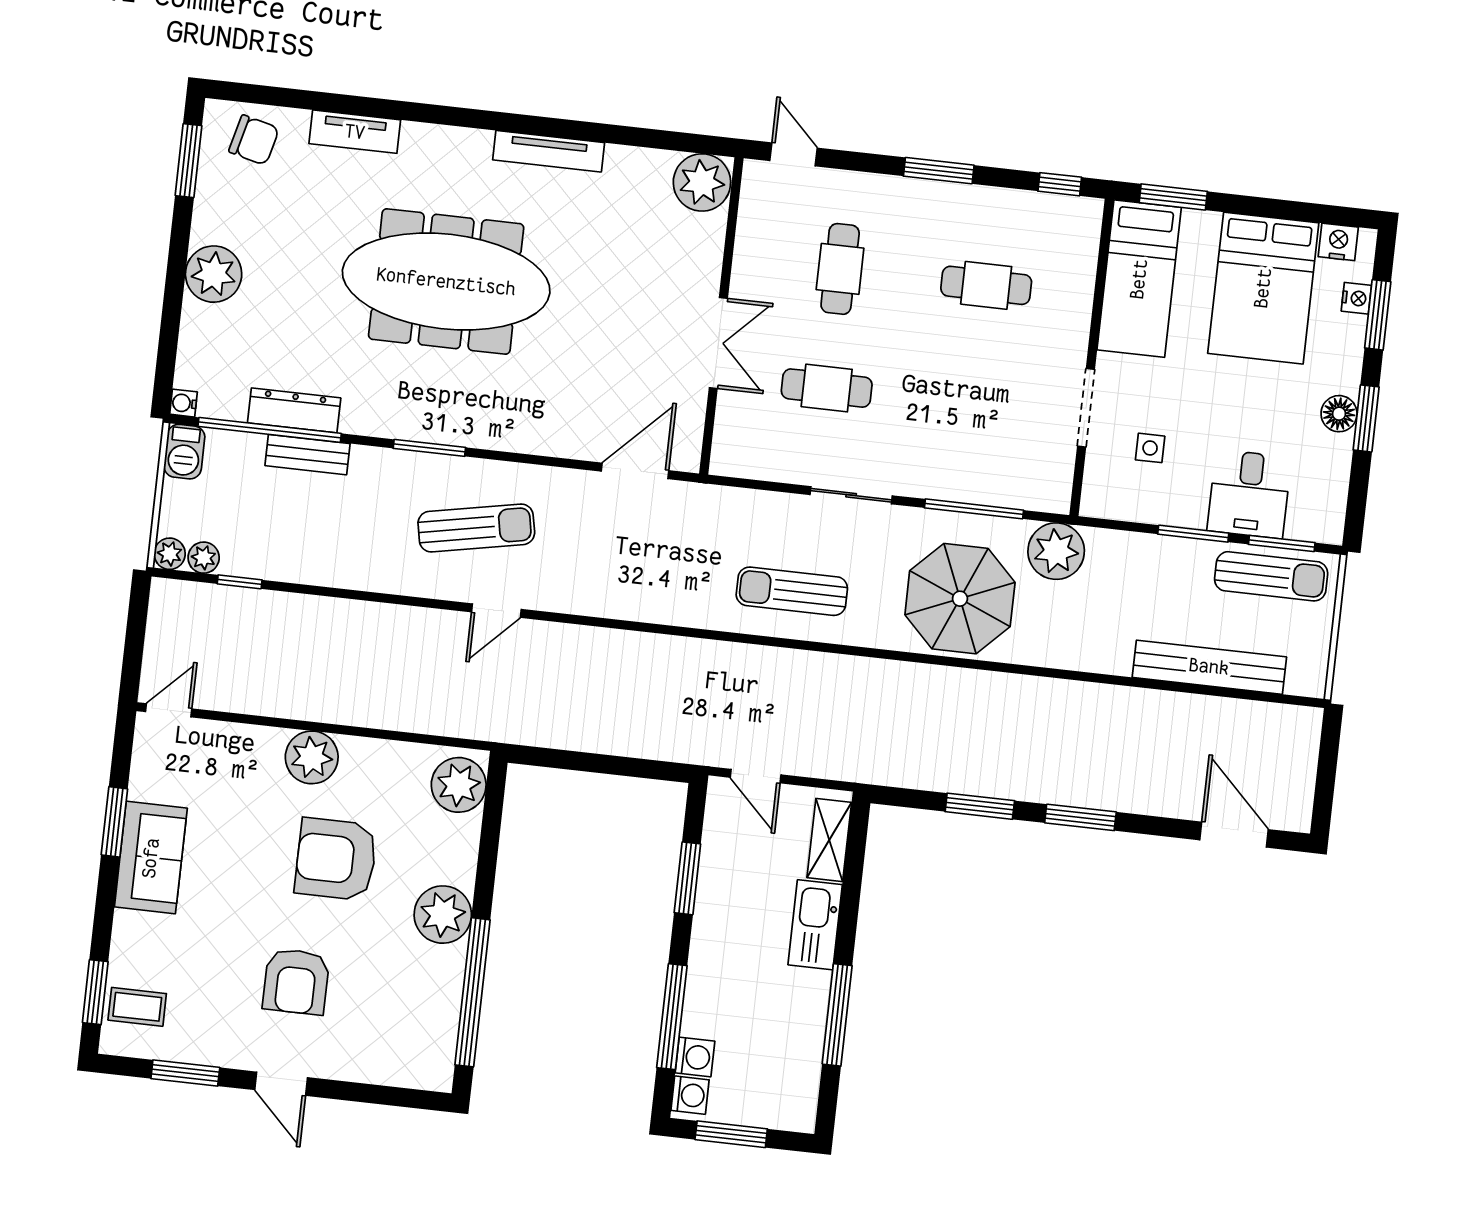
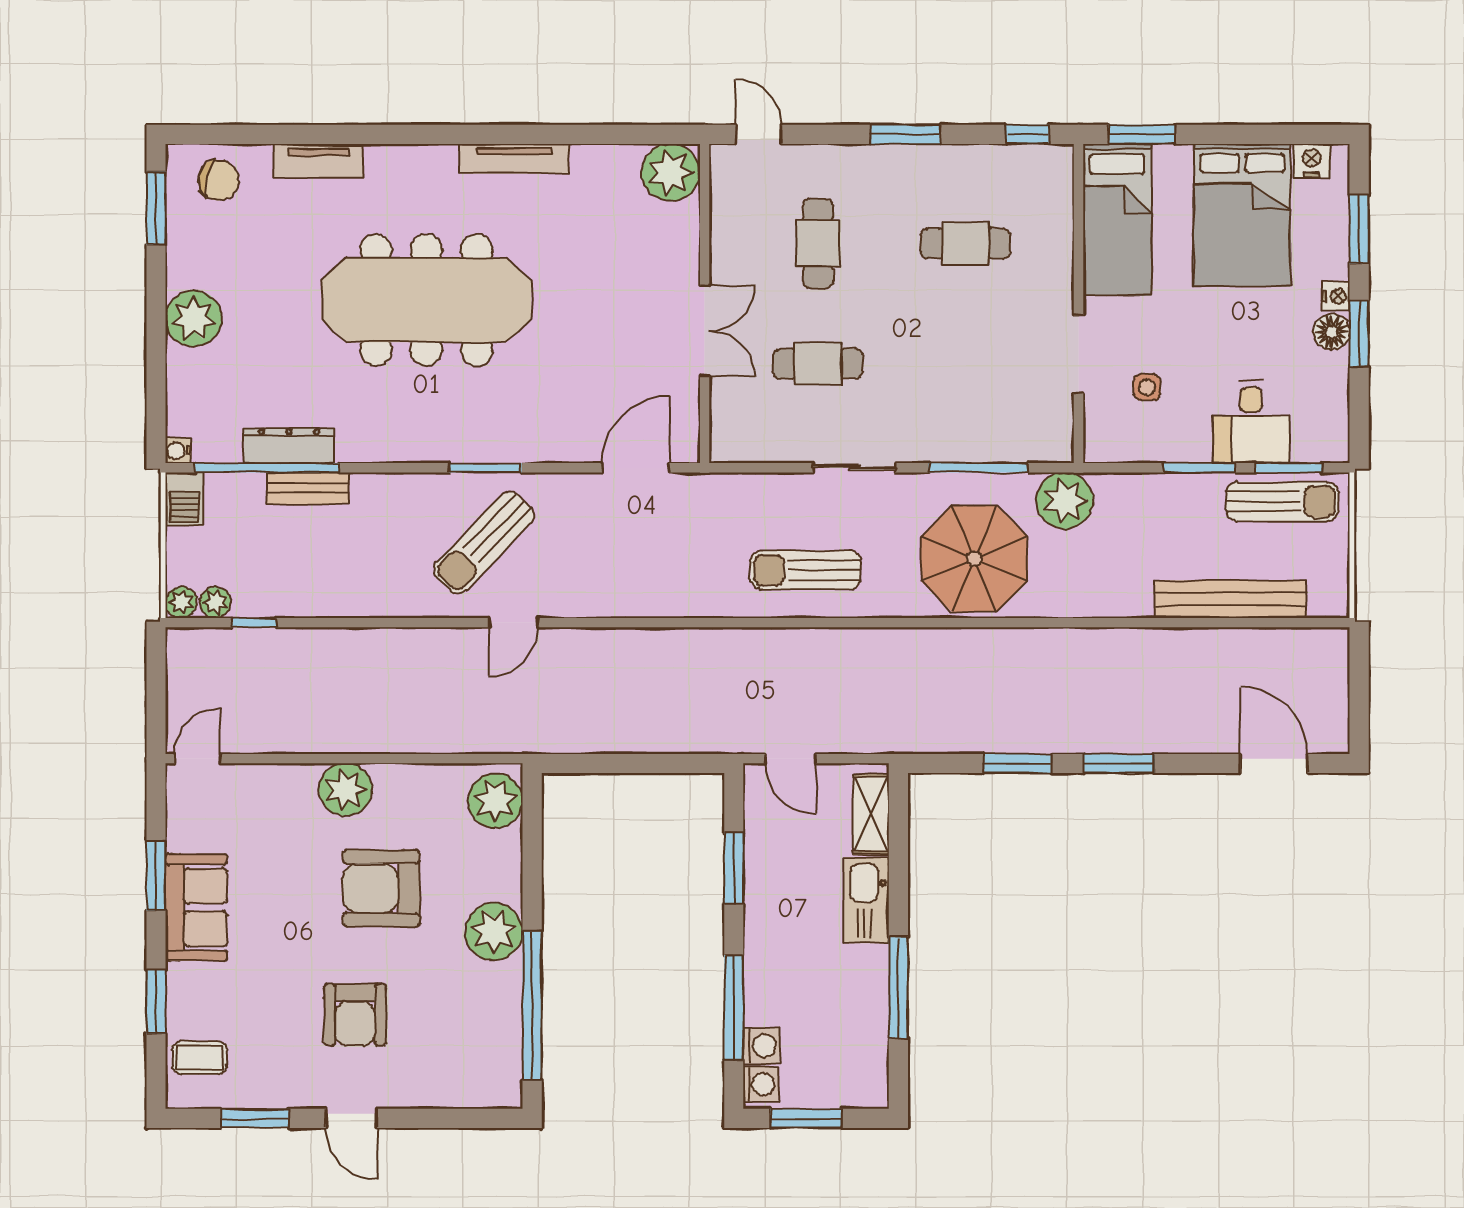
nightstand: (1356, 298) -> (1336, 296), moved
window: (429, 448) -> (486, 468), moved
sun lounger: (476, 528) -> (484, 542), turned 145
window: (95, 992) -> (156, 1002), moved

